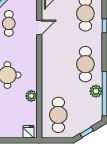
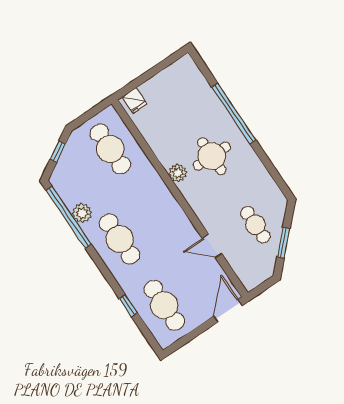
door: (39, 28) -> (212, 246), hinge flipped
plant: (31, 96) -> (178, 173), moved

